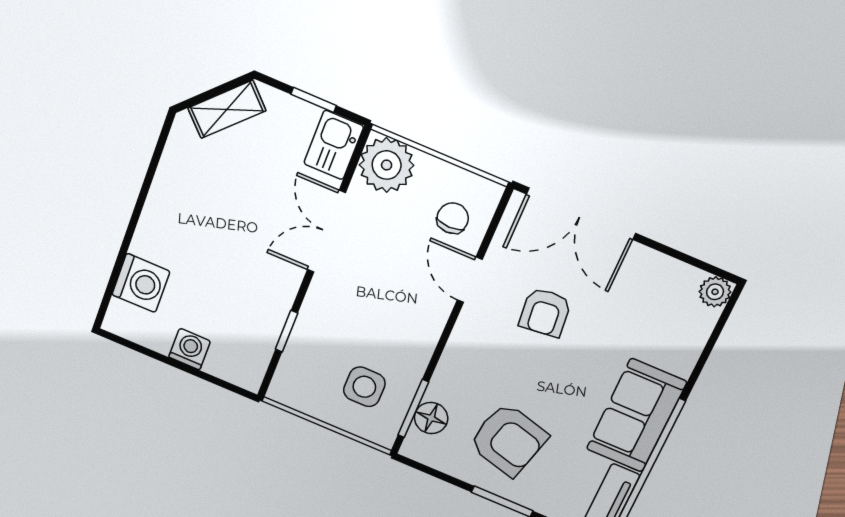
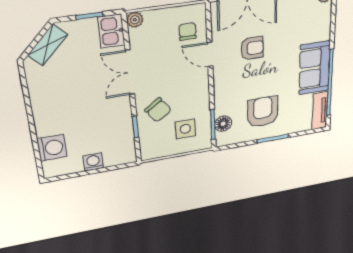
plant: (387, 165) -> (135, 20), width x0.53, depth x0.53
armchair: (545, 312) -> (252, 48), turned -84
chair: (338, 325) -> (158, 110), added
armchair: (508, 440) -> (263, 112), turned -105

